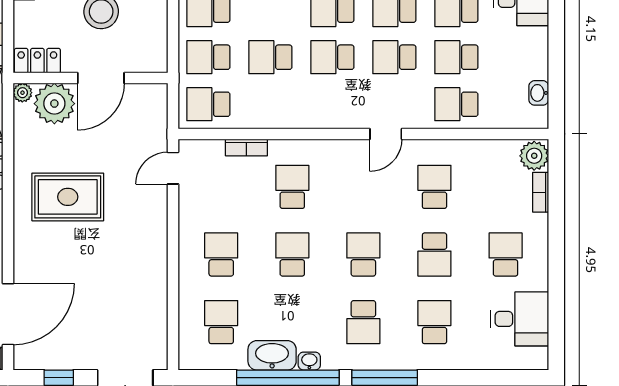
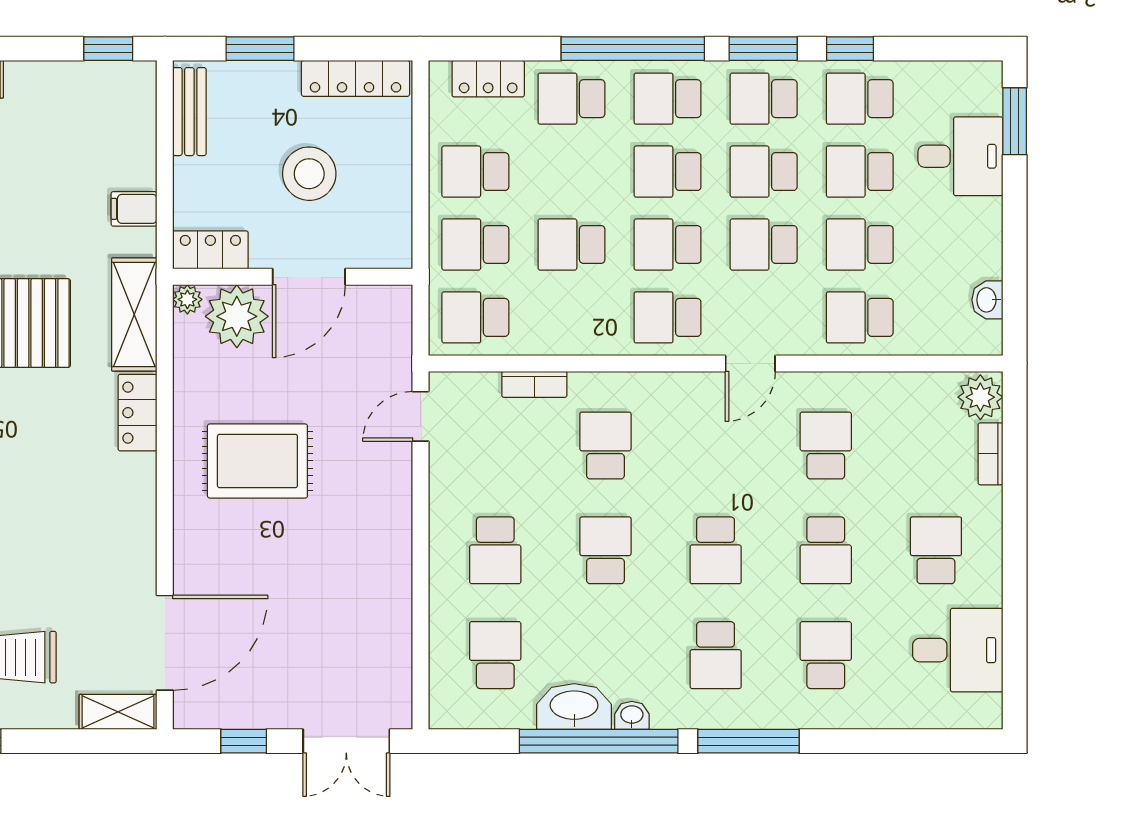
school desk: (332, 104) -> (668, 317), added
school desk: (221, 255) -> (495, 550), turned 180
school desk: (363, 255) -> (716, 550), turned 180

